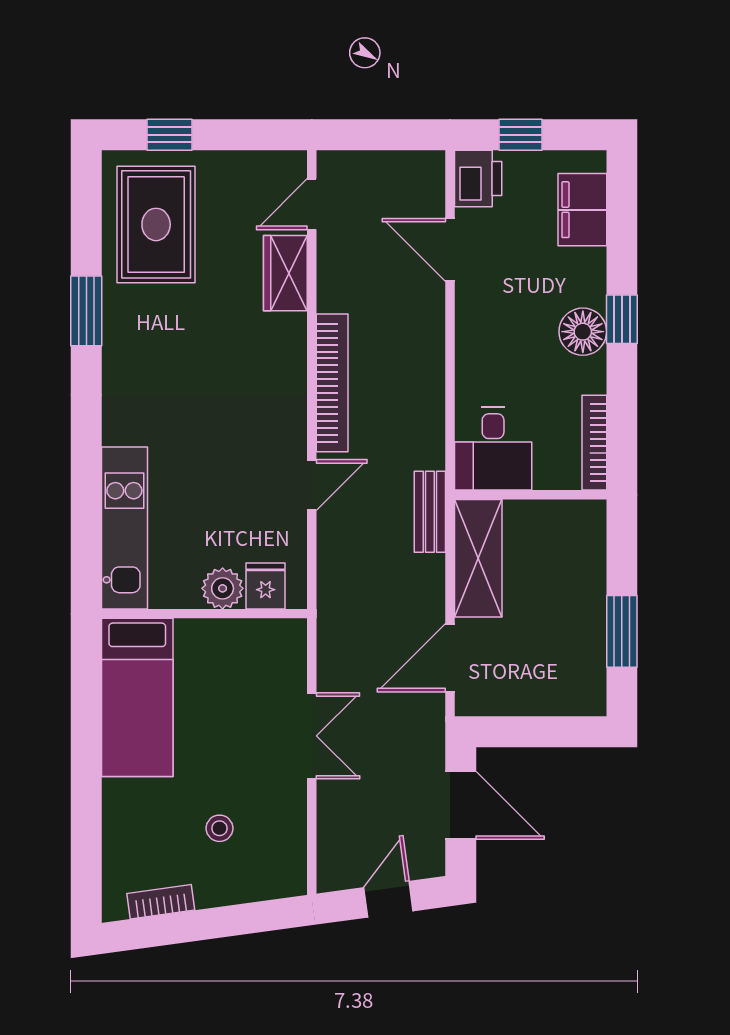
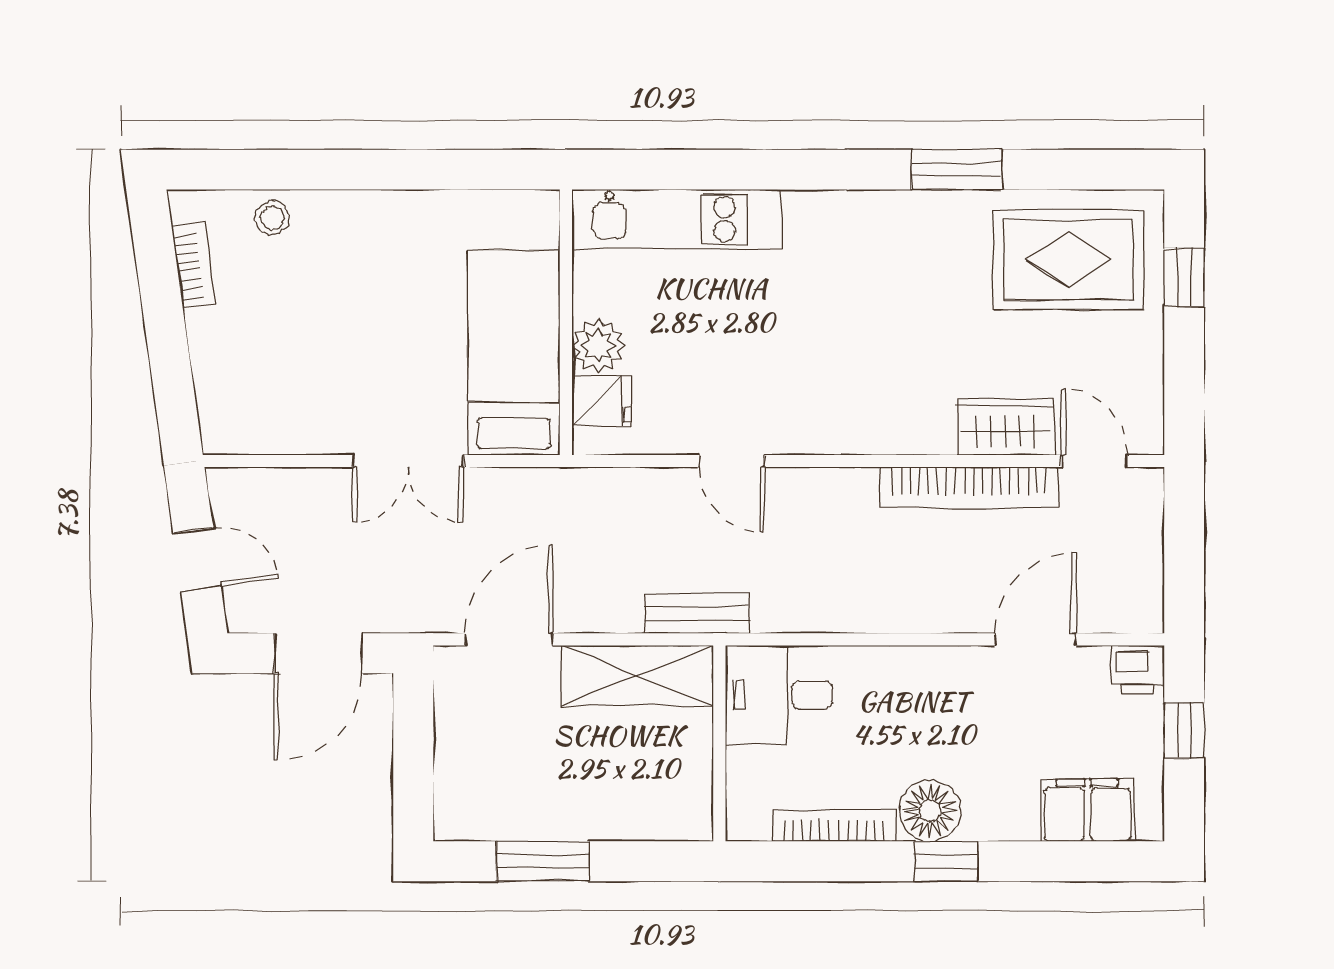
printer: (478, 179) -> (1137, 670), width x0.73, depth x0.81
bookcase: (332, 383) -> (969, 487), moved
bookcase: (594, 443) -> (834, 826), moved
door: (450, 658) -> (509, 639), hinge flipped
bed: (137, 697) -> (514, 353), moved, turned 90
stool: (219, 828) -> (272, 218), moved

